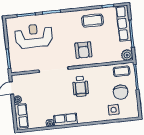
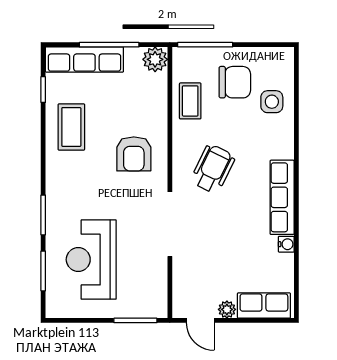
armchair: (83, 50) -> (134, 154), turned 90
coffee table: (122, 71) -> (190, 101), moved
wheelchair: (80, 86) -> (213, 169), turned -65
row of seats: (66, 120) -> (282, 197), width x1.48

